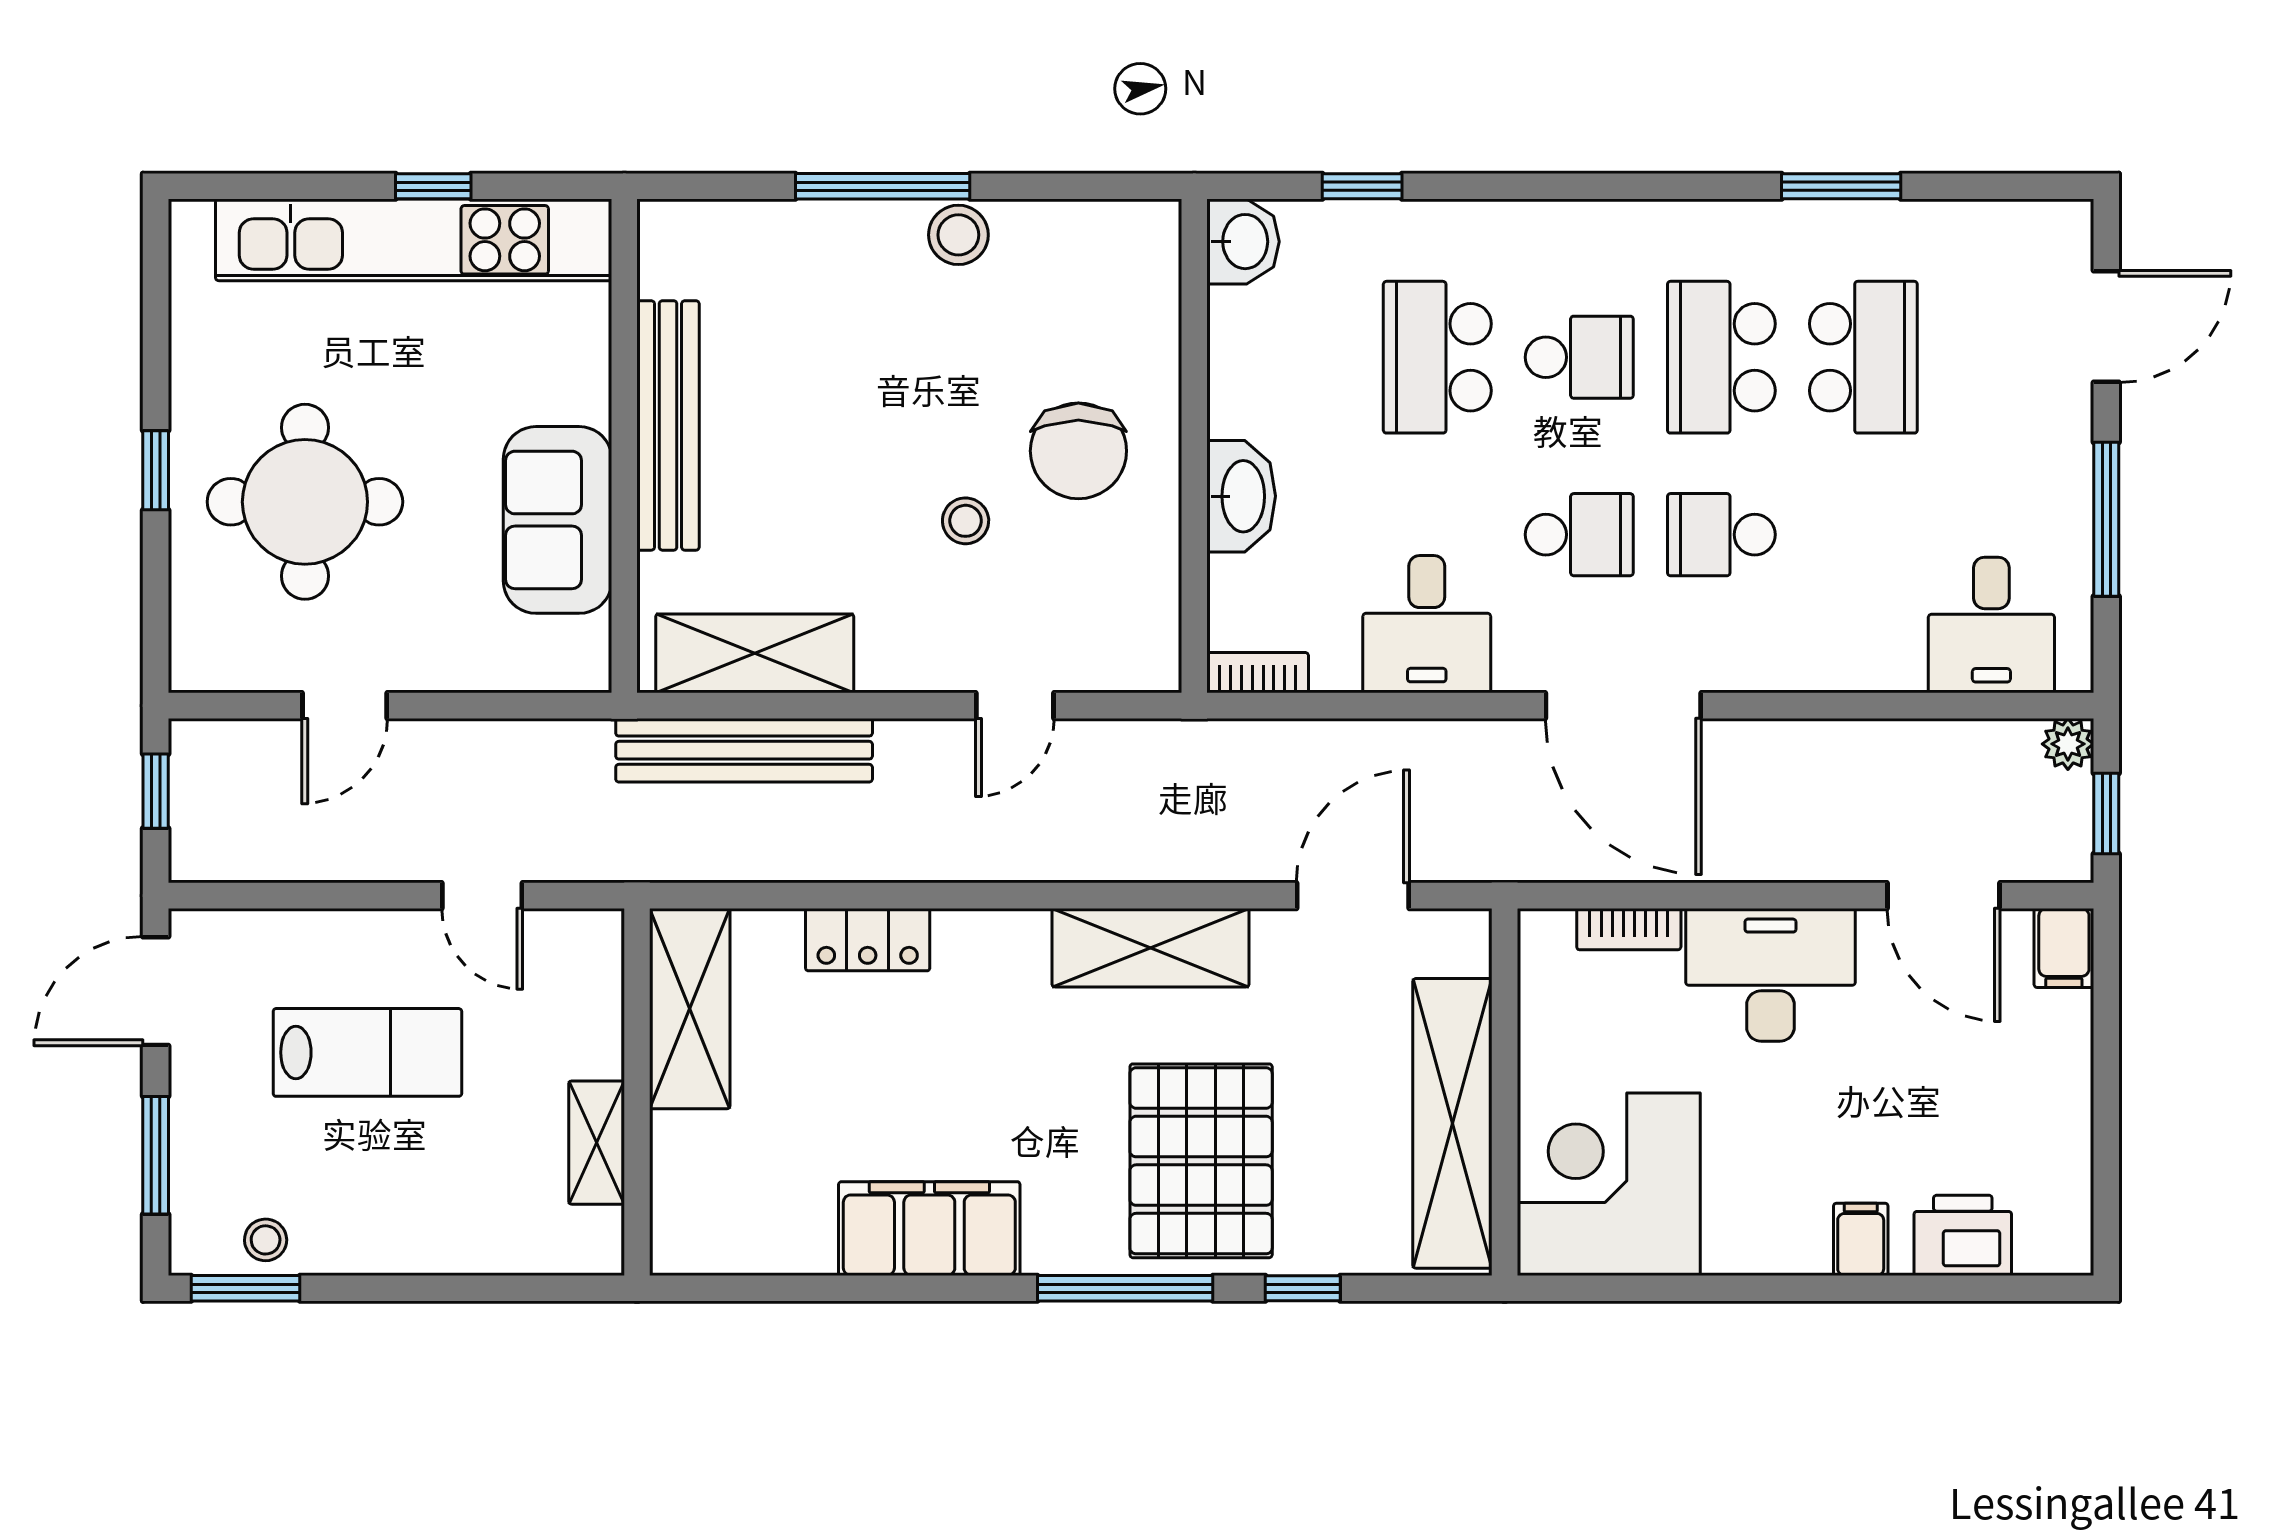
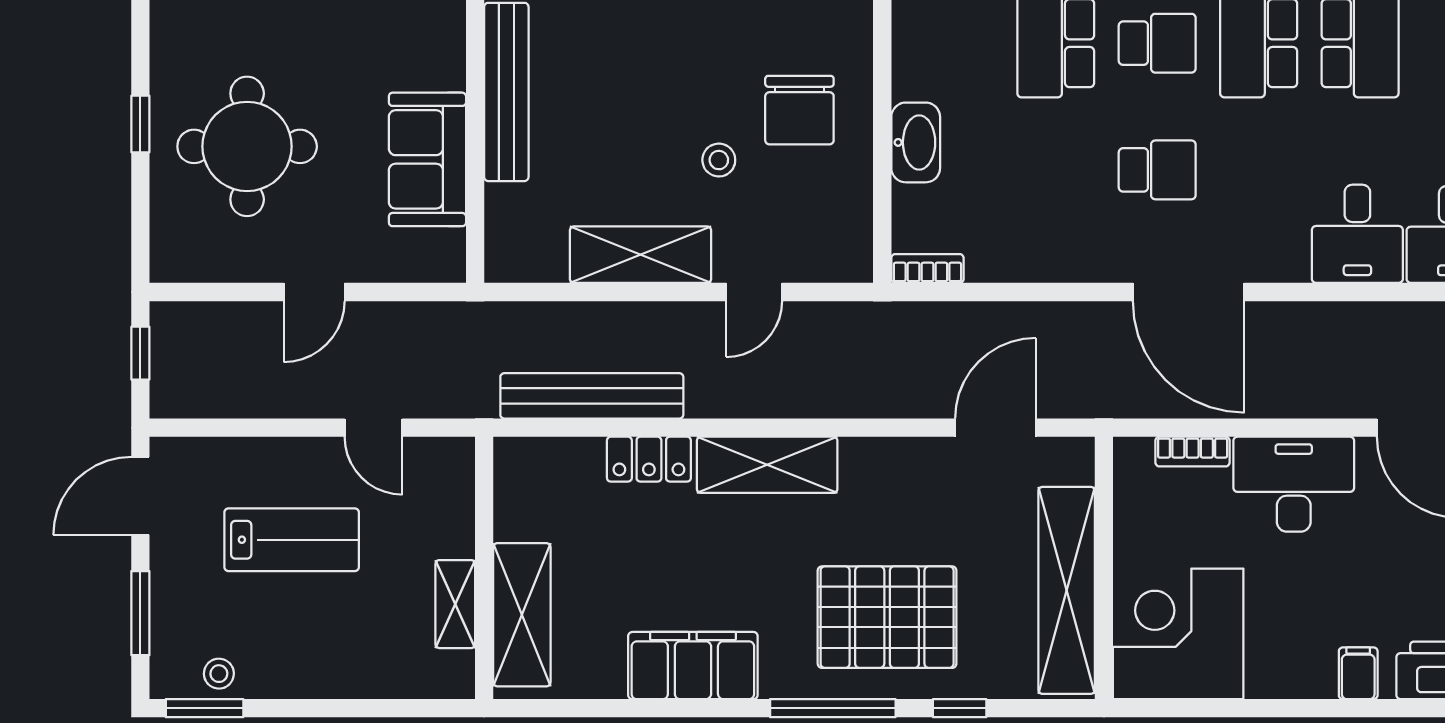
school desk: (1721, 535) -> (1259, 170), removed
desk: (1427, 624) -> (1357, 234), moved
shelving: (755, 653) -> (640, 255), moved
door: (345, 706) -> (314, 292), moved
bench: (744, 750) -> (592, 396), moved
shelving: (1151, 948) -> (767, 465), moved
shelving: (690, 1009) -> (522, 615), moved
pallet: (1201, 1161) -> (887, 617), turned 90

